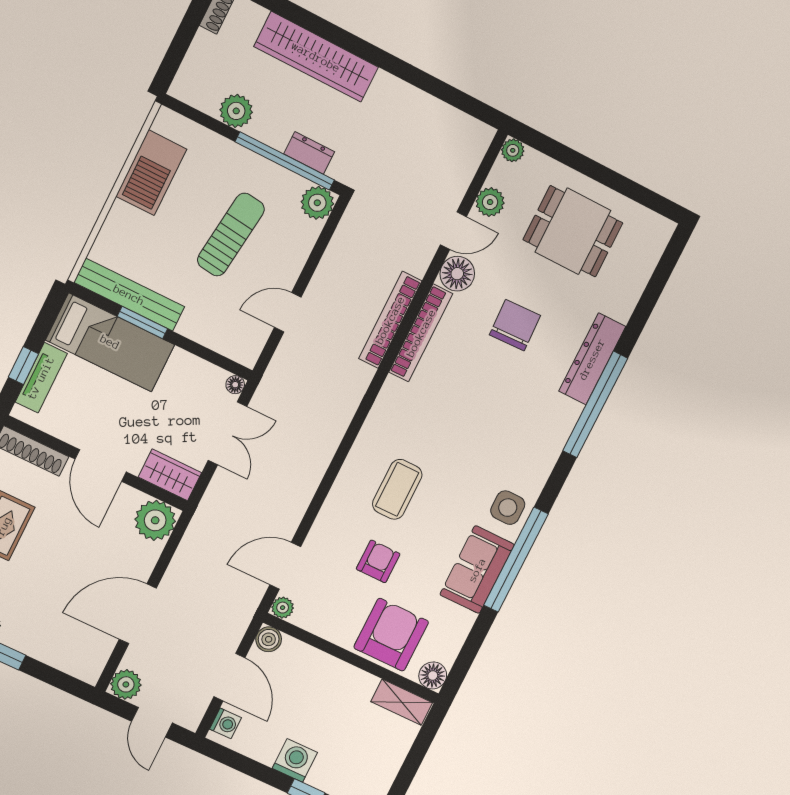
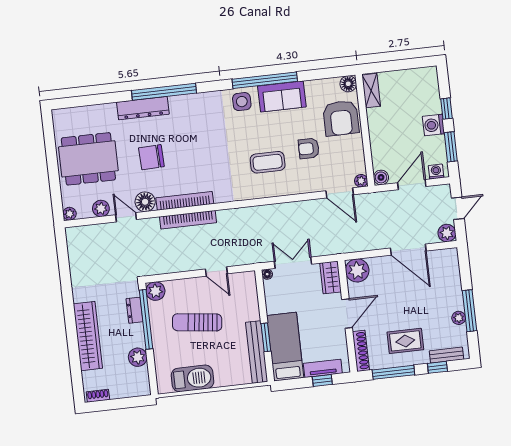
dining table: (573, 231) -> (88, 159), width x1.38
armchair: (391, 635) -> (341, 118), turned -90
window: (248, 766) -> (451, 147), added

